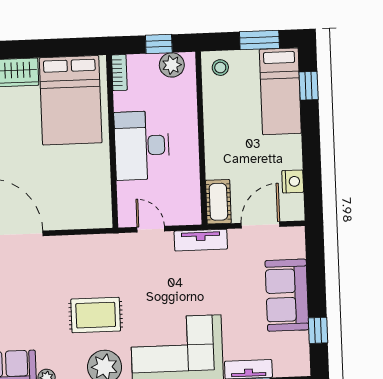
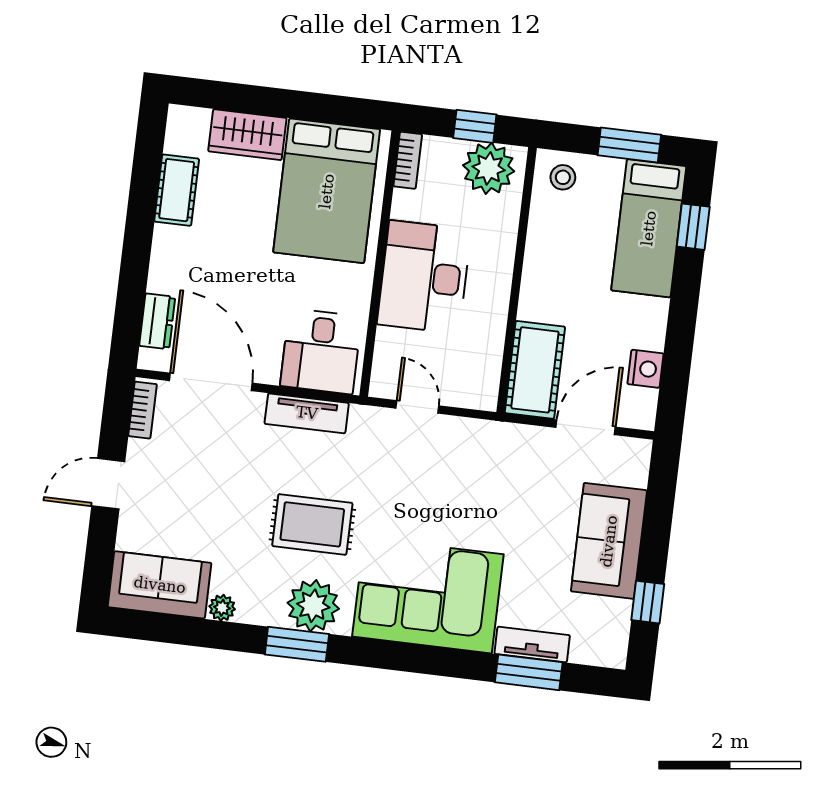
plant: (172, 65) -> (489, 168), width x1.36, depth x1.36
cot: (218, 202) -> (535, 370), width x1.37, depth x1.34
desk: (83, 204) -> (321, 351), added
tv unit: (201, 240) -> (307, 413), moved

